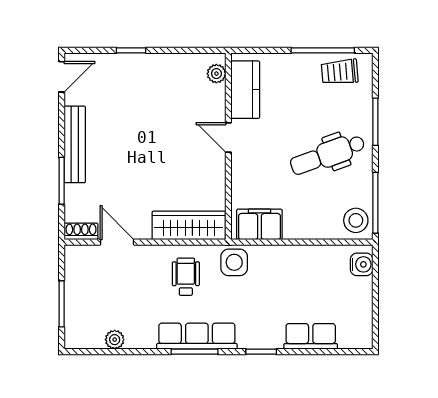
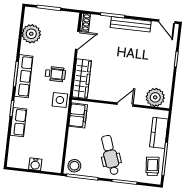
plant: (216, 74) -> (155, 97), width x1.87, depth x1.87
kitchen counter: (245, 90) -> (159, 133), moved, turned 90
water cooler: (362, 264) -> (35, 164), moved
row of seats: (311, 336) -> (18, 122), moved
plant: (115, 340) -> (31, 34), width x1.88, depth x1.88

